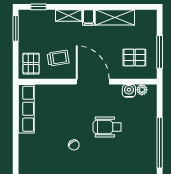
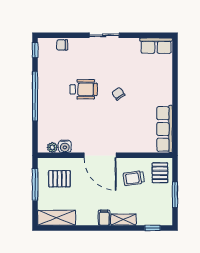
shelving: (115, 17) -> (57, 218), moved
window: (16, 28) -> (175, 195), moved
wheelchair: (107, 127) -> (84, 89), moved

